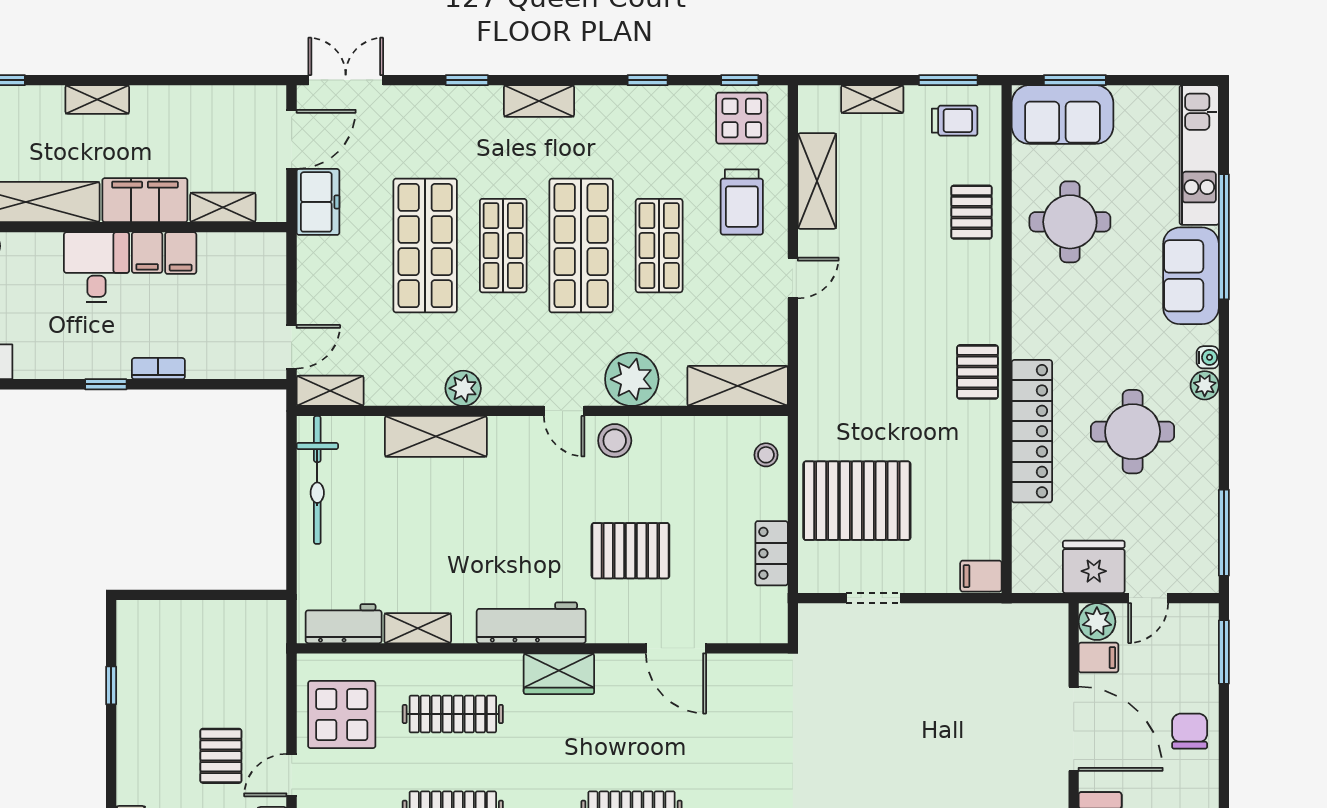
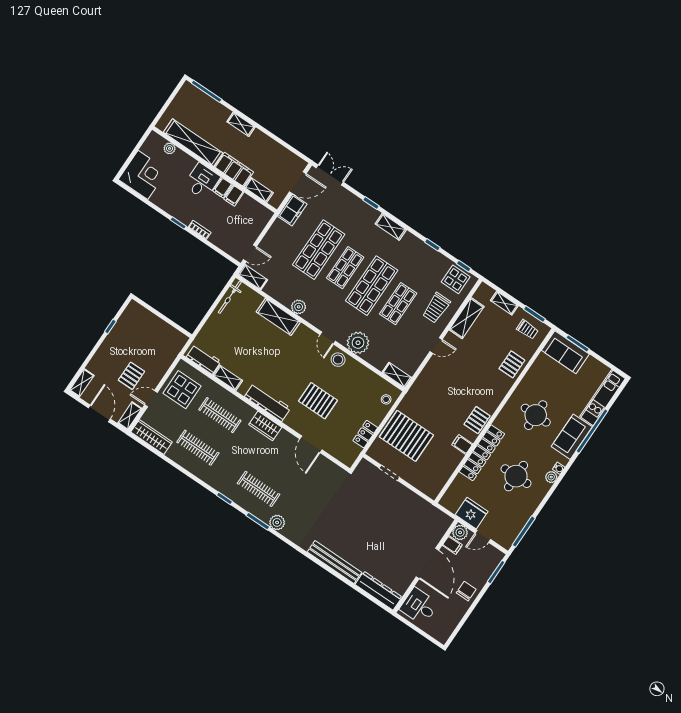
round table: (1070, 222) -> (536, 415), moved
shelving: (738, 386) -> (397, 375), width x0.67, depth x0.75
bicycle: (317, 480) -> (230, 297), width x0.73, depth x0.71
filing cabinet: (981, 576) -> (462, 444), moved

